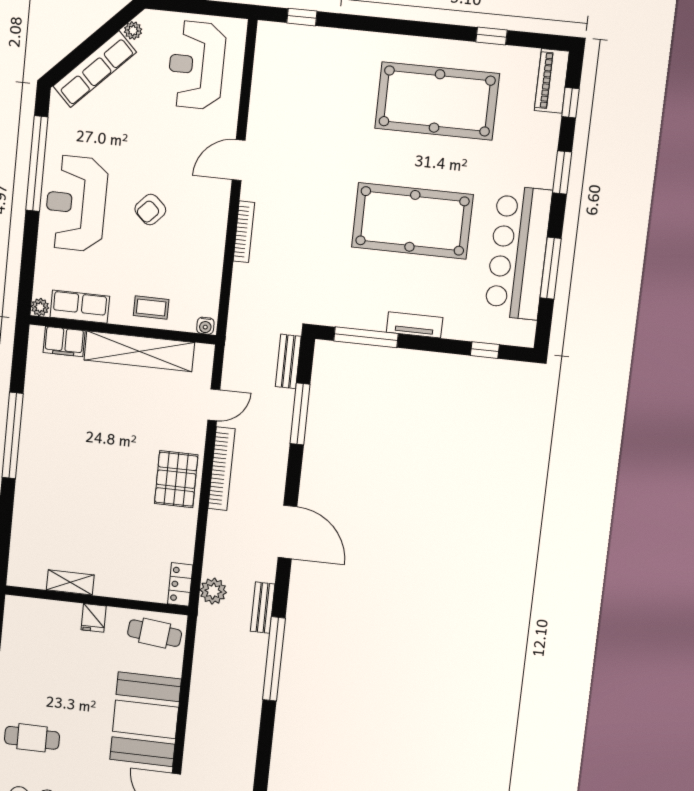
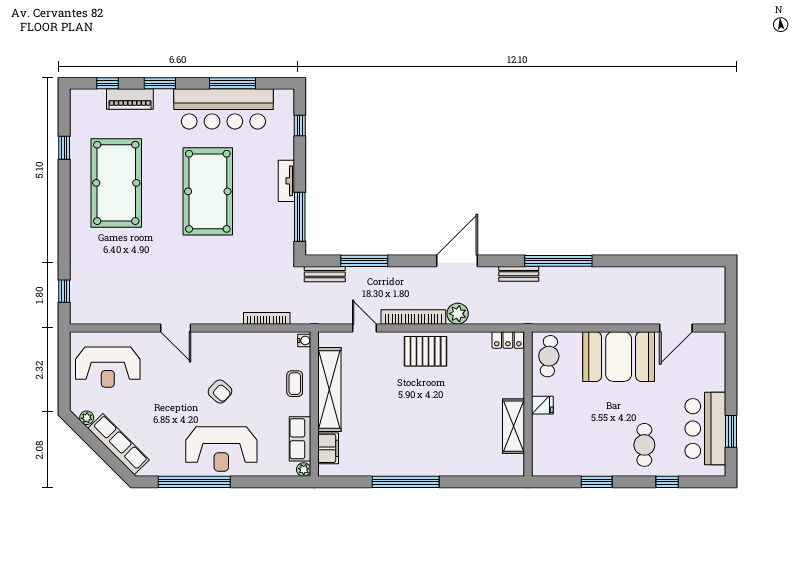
piano: (552, 81) -> (130, 99), moved
bookcase: (244, 232) -> (267, 318), moved
shelving: (70, 582) -> (514, 426), width x1.50, depth x1.33
plant: (213, 591) -> (458, 314), moved

